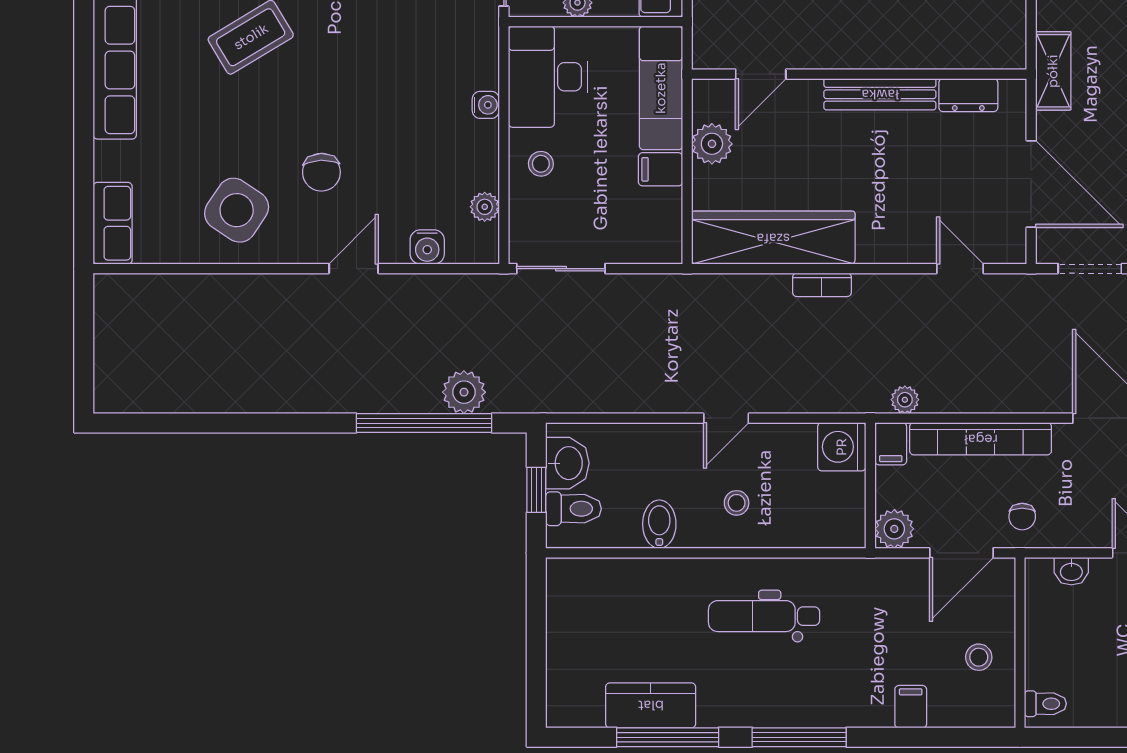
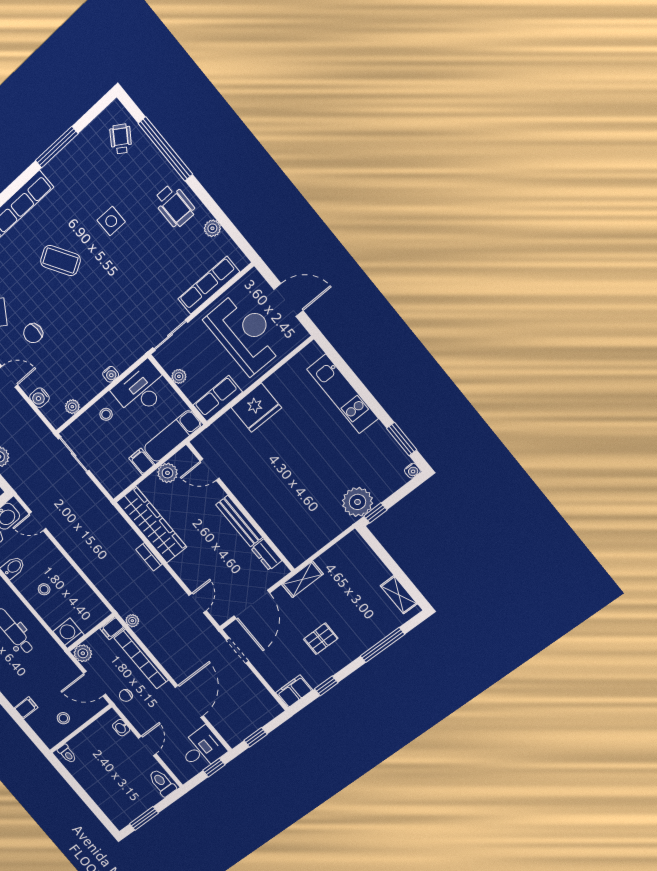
door: (726, 418) -> (37, 521), moved
washing machine: (842, 447) -> (69, 633), moved

